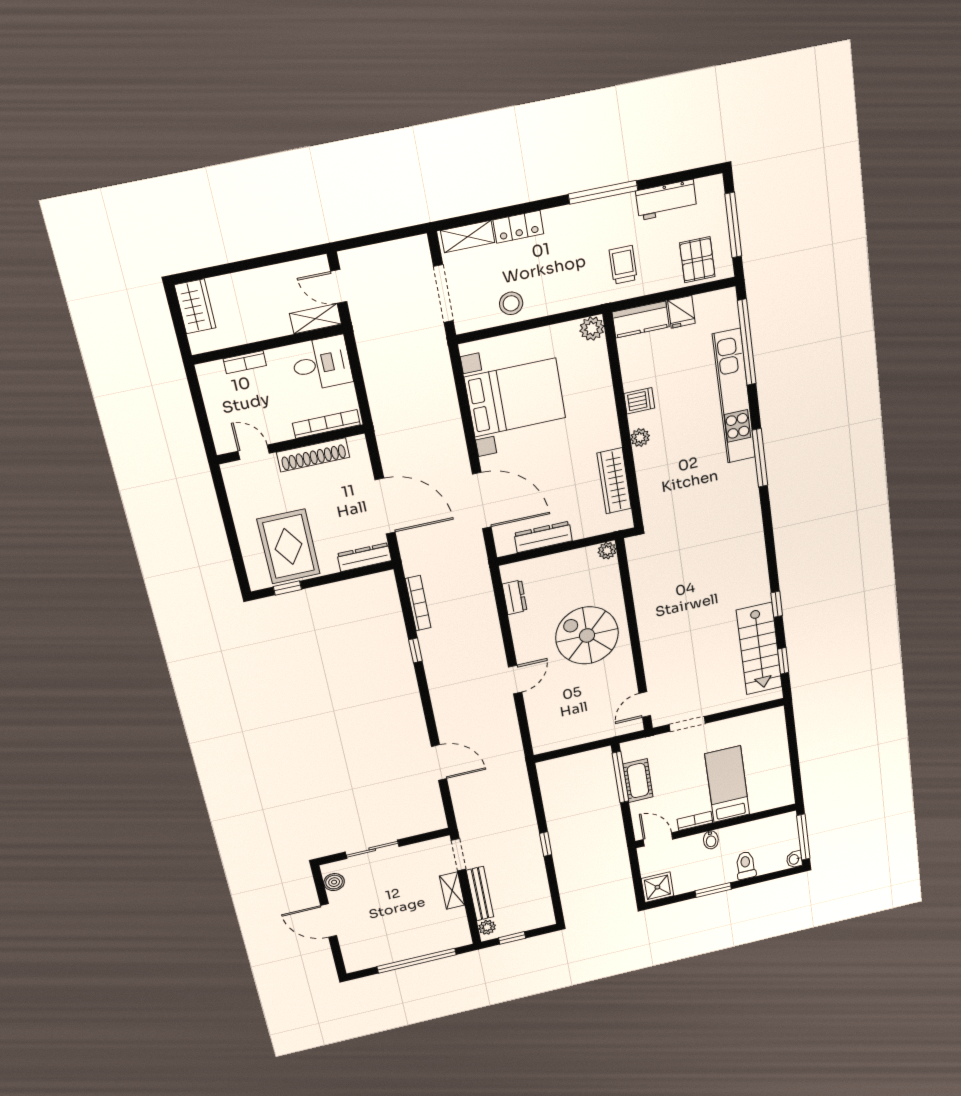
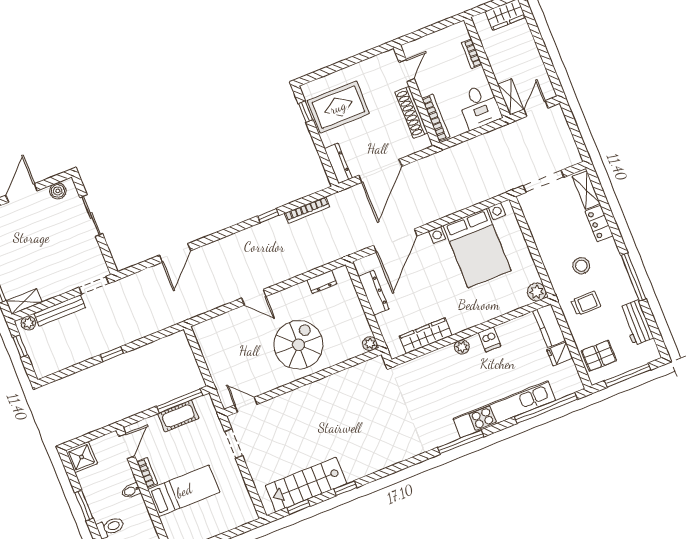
stool: (511, 303) -> (581, 266), moved
shelving: (452, 891) -> (24, 302), moved

